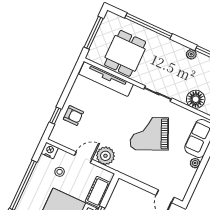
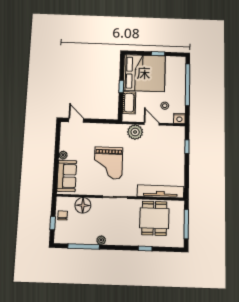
window: (149, 26) -> (145, 249), width x0.32
armchair: (73, 116) -> (173, 152), removed
grand piano: (149, 134) -> (108, 163), turned 114
door: (83, 157) -> (152, 124), swing flipped

